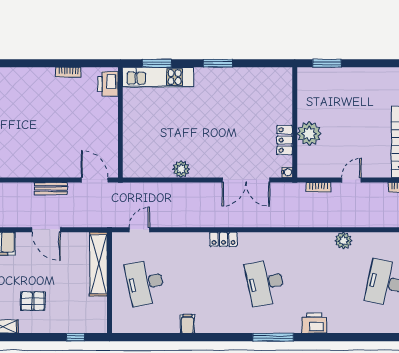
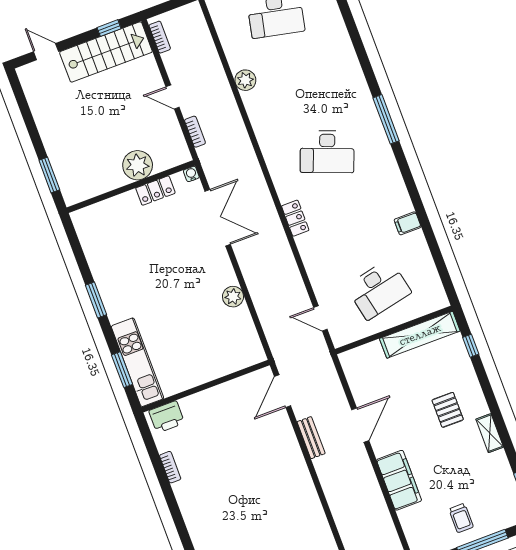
shelving: (98, 264) -> (420, 335), moved
desk: (265, 283) -> (327, 152), turned 33
printer: (314, 323) -> (352, 78), removed

